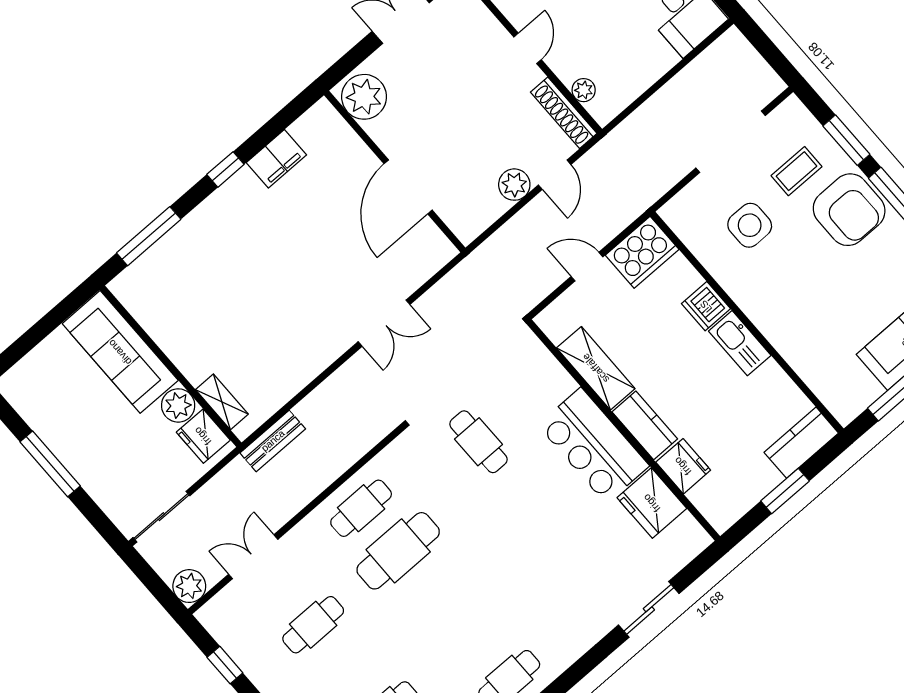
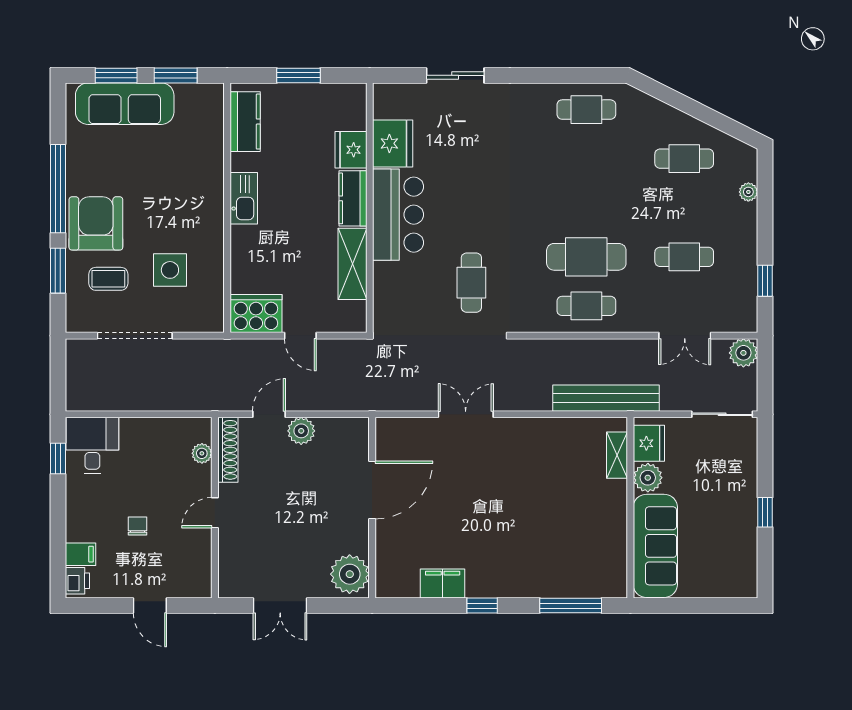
dishwasher: (706, 306) -> (245, 242), removed
bench: (273, 441) -> (606, 398), width x1.86, depth x1.21
kitchen counter: (801, 443) -> (245, 122), moved, turned -90
window: (50, 464) -> (765, 512), width x0.46

